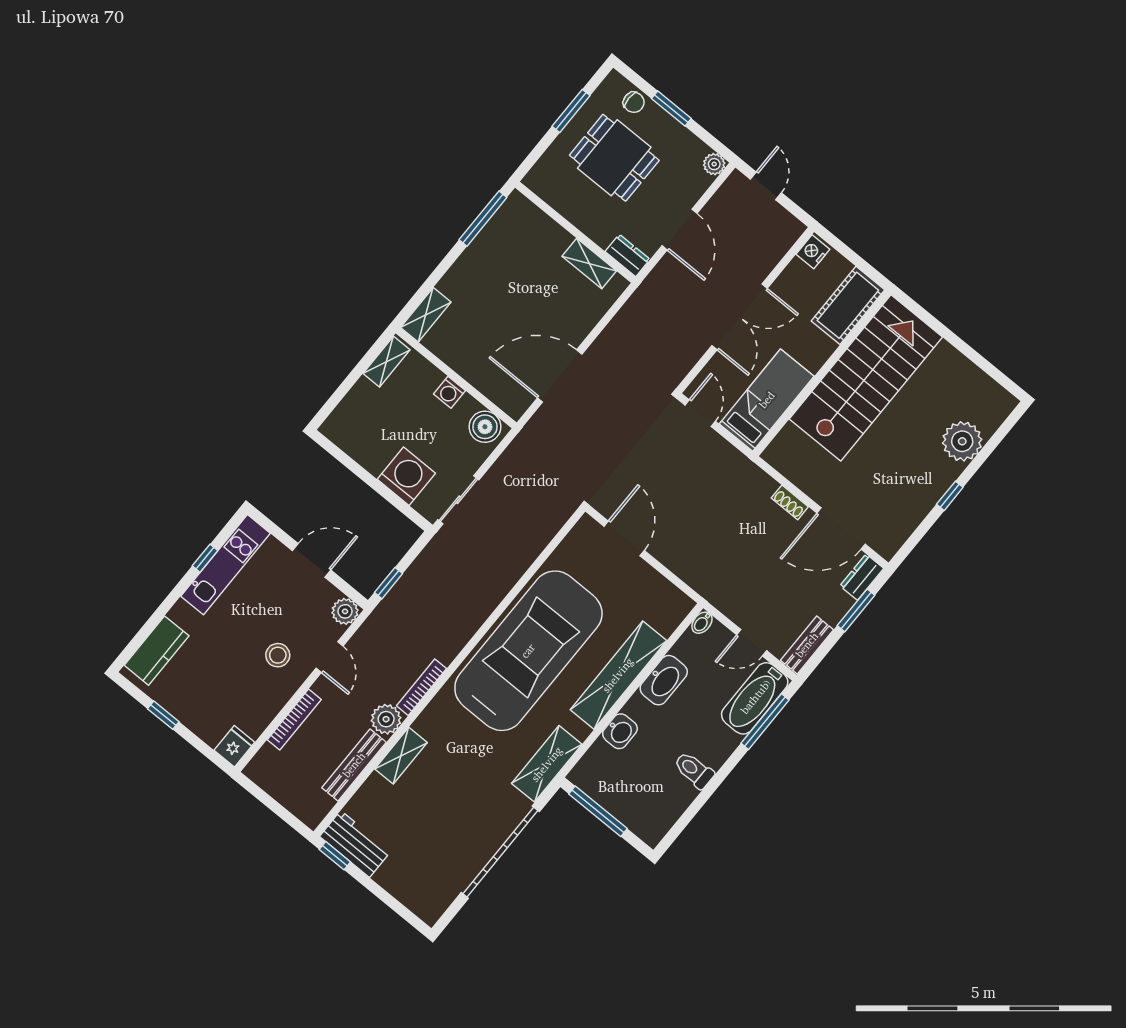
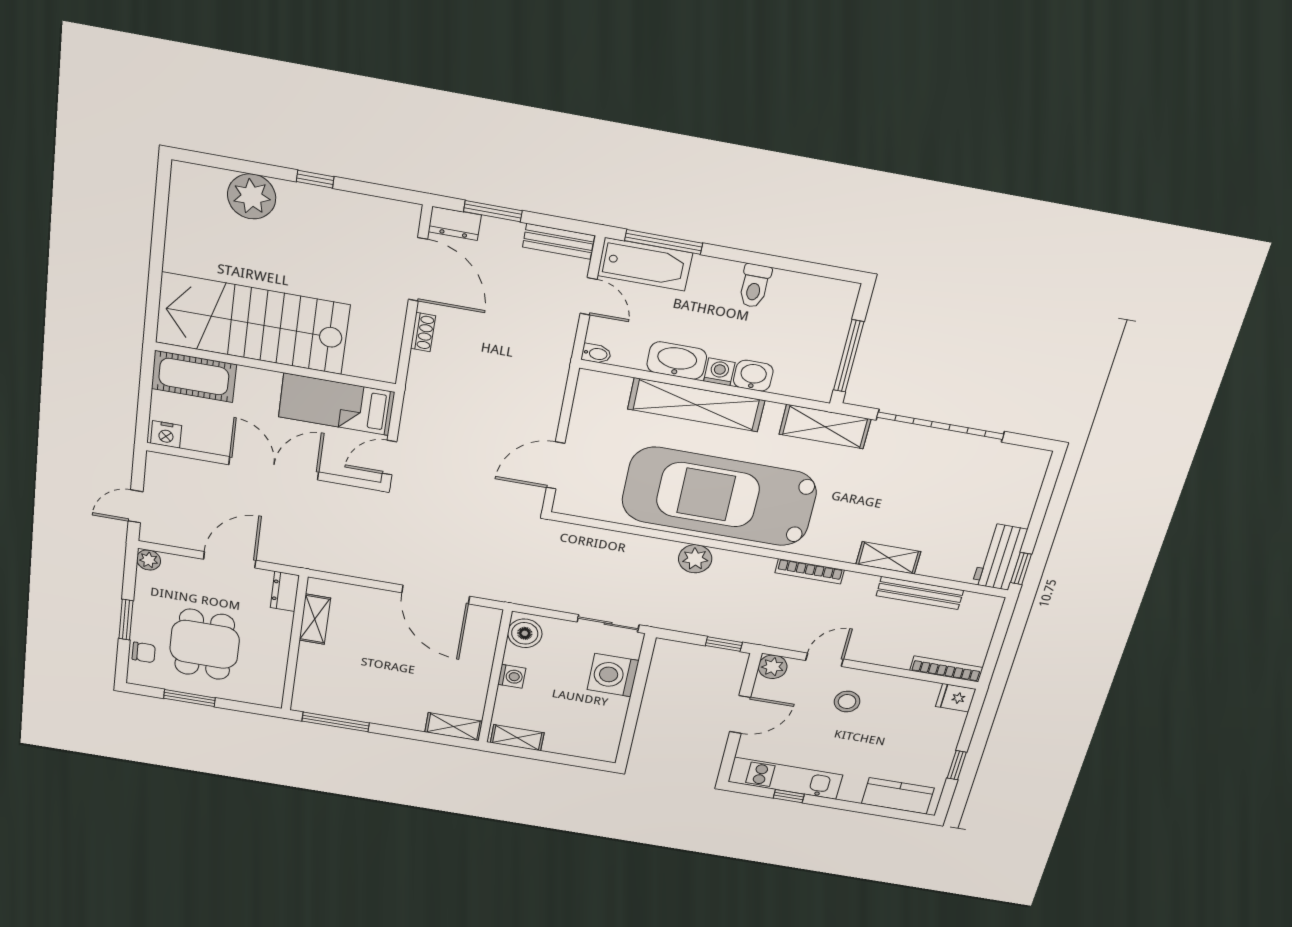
chair: (634, 102) -> (144, 652), turned 90
door: (311, 560) -> (740, 714), swing flipped
washing machine: (637, 707) -> (719, 372), added
plant: (386, 719) -> (695, 559), moved
bookcase: (294, 720) -> (946, 669), moved

